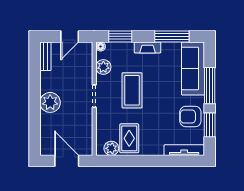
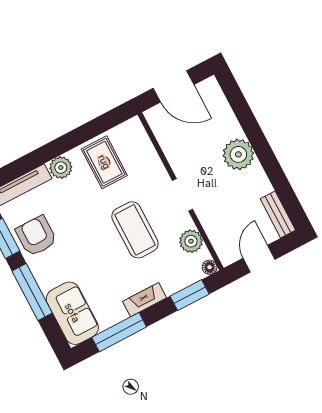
sofa: (193, 68) -> (72, 313), width x0.73
armchair: (190, 117) -> (36, 236), turned -90
plant: (111, 148) -> (61, 168), moved

